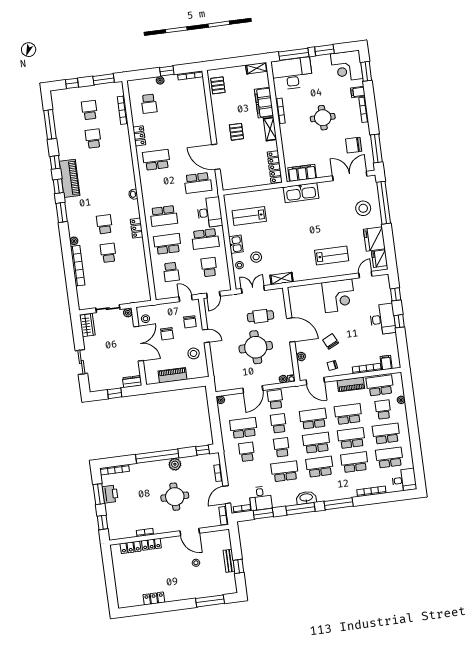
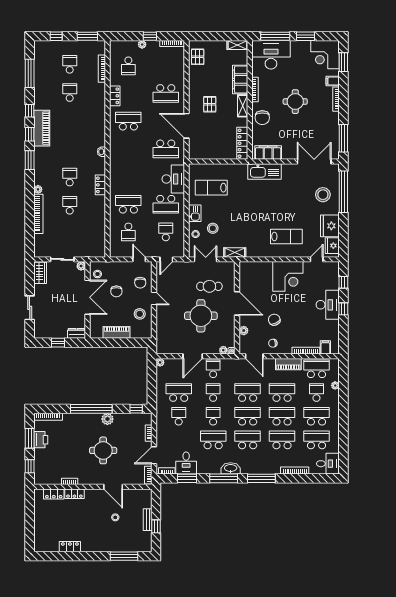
chair: (354, 145) -> (262, 118), moved, turned -90
school desk: (164, 216) -> (166, 94), moved

